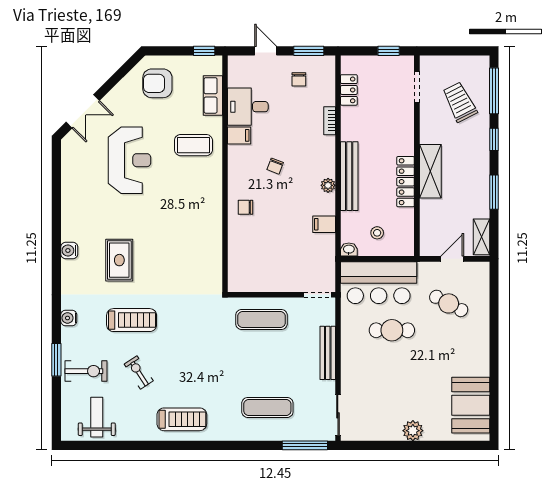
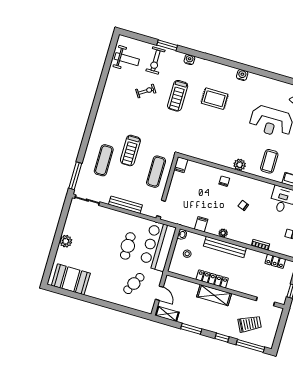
filing cabinet: (239, 135) -> (181, 165), moved
plant: (212, 190) -> (240, 165), added
water cooler: (69, 251) -> (242, 75), moved
treadmill: (182, 419) -> (130, 150), moved

